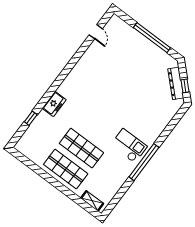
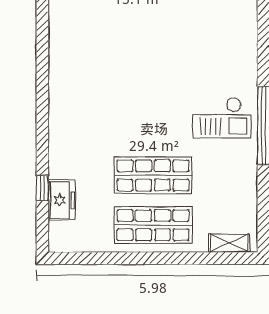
freezer: (54, 104) -> (62, 200), moved
checkout: (129, 146) -> (222, 118), turned 180

